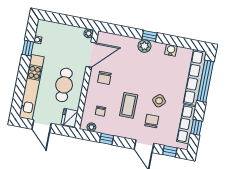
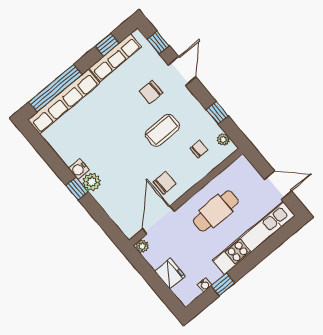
water cooler: (171, 50) -> (79, 169), moved
door: (91, 55) -> (158, 220), hinge flipped
side table: (159, 101) -> (125, 108), removed
fridge: (70, 118) -> (170, 274), moved, turned -90
door: (42, 126) -> (278, 185), hinge flipped

